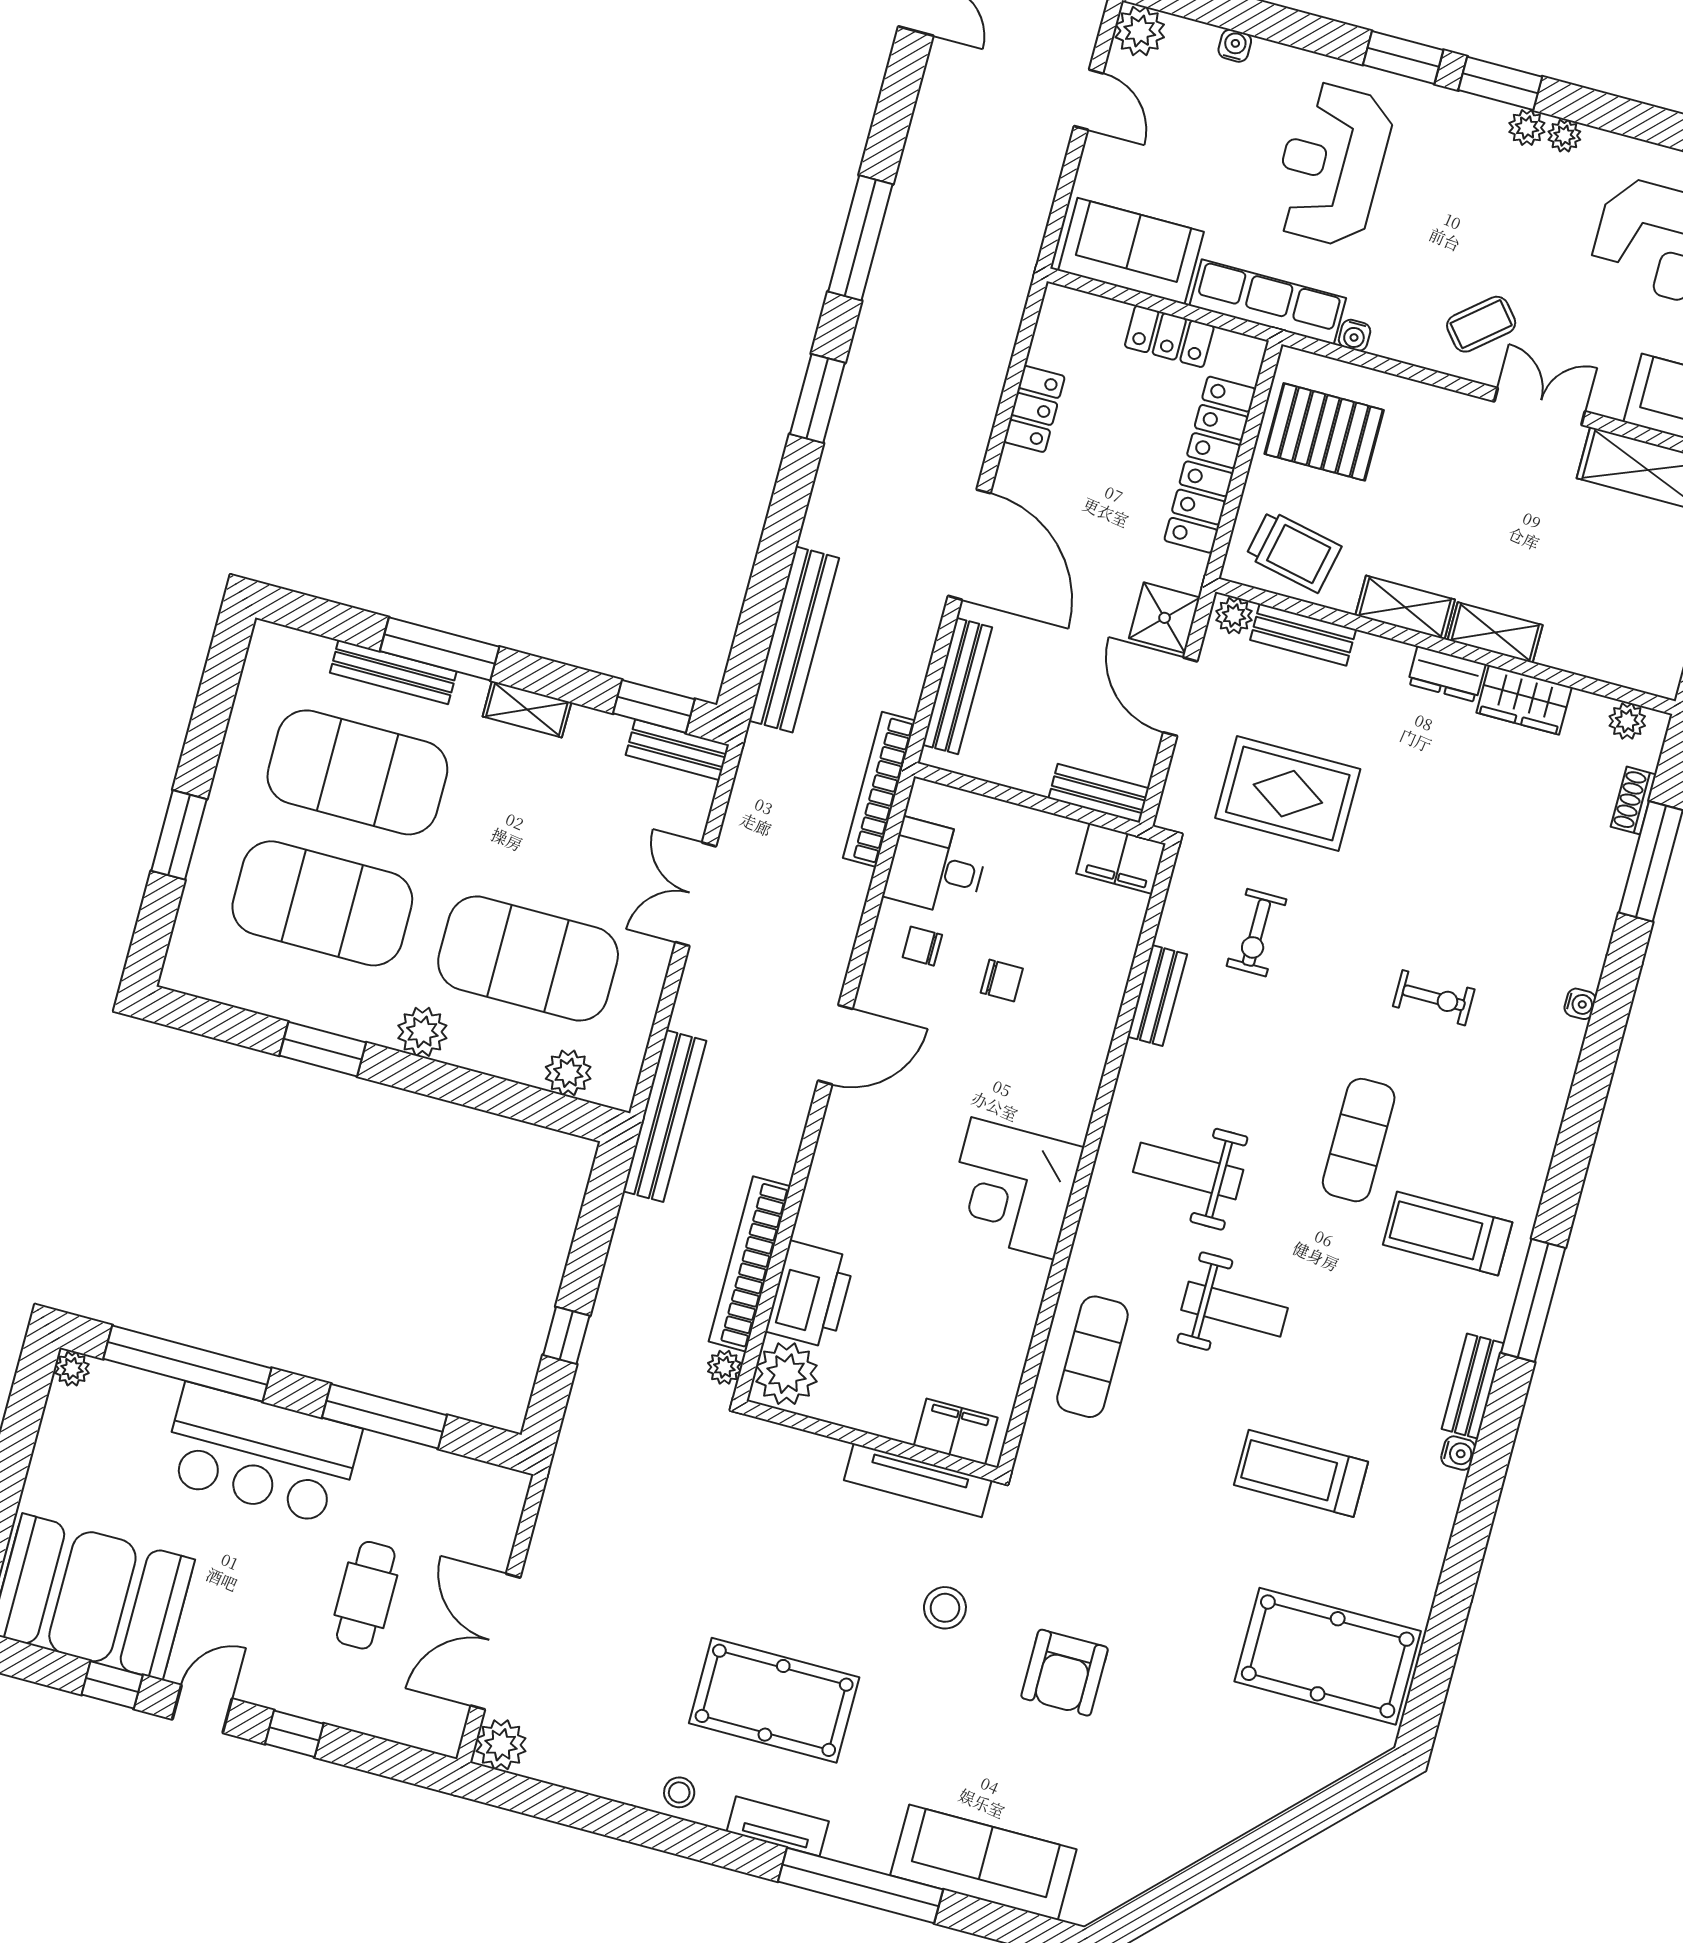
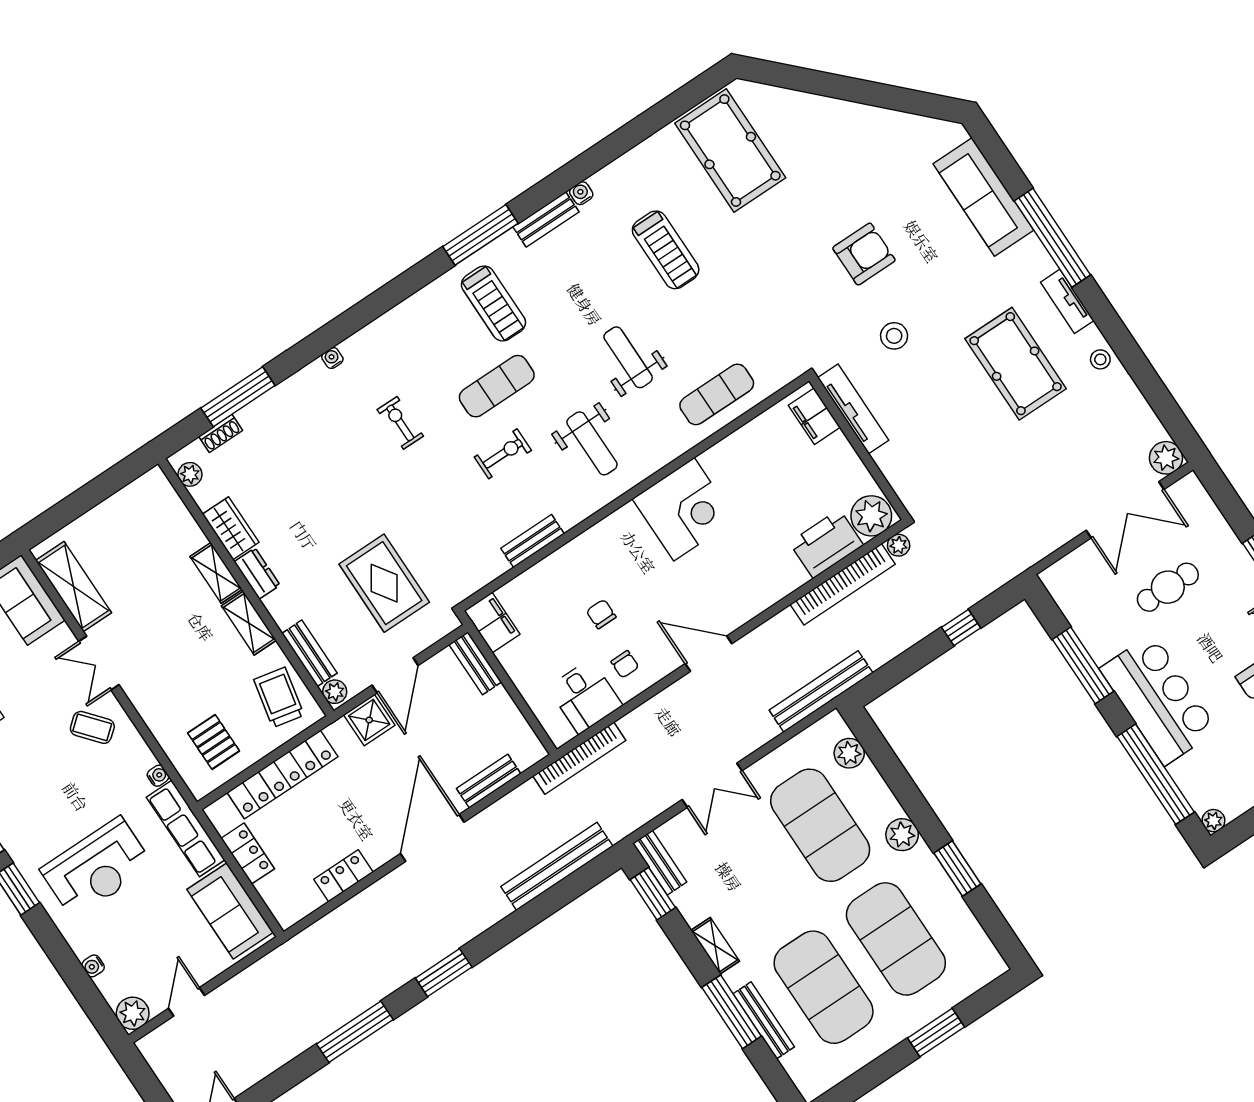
pallet: (1324, 432) -> (214, 742), width x0.67, depth x0.71
bench: (957, 686) -> (489, 781), width x0.73
exercise bike: (1257, 933) -> (503, 454), moved

